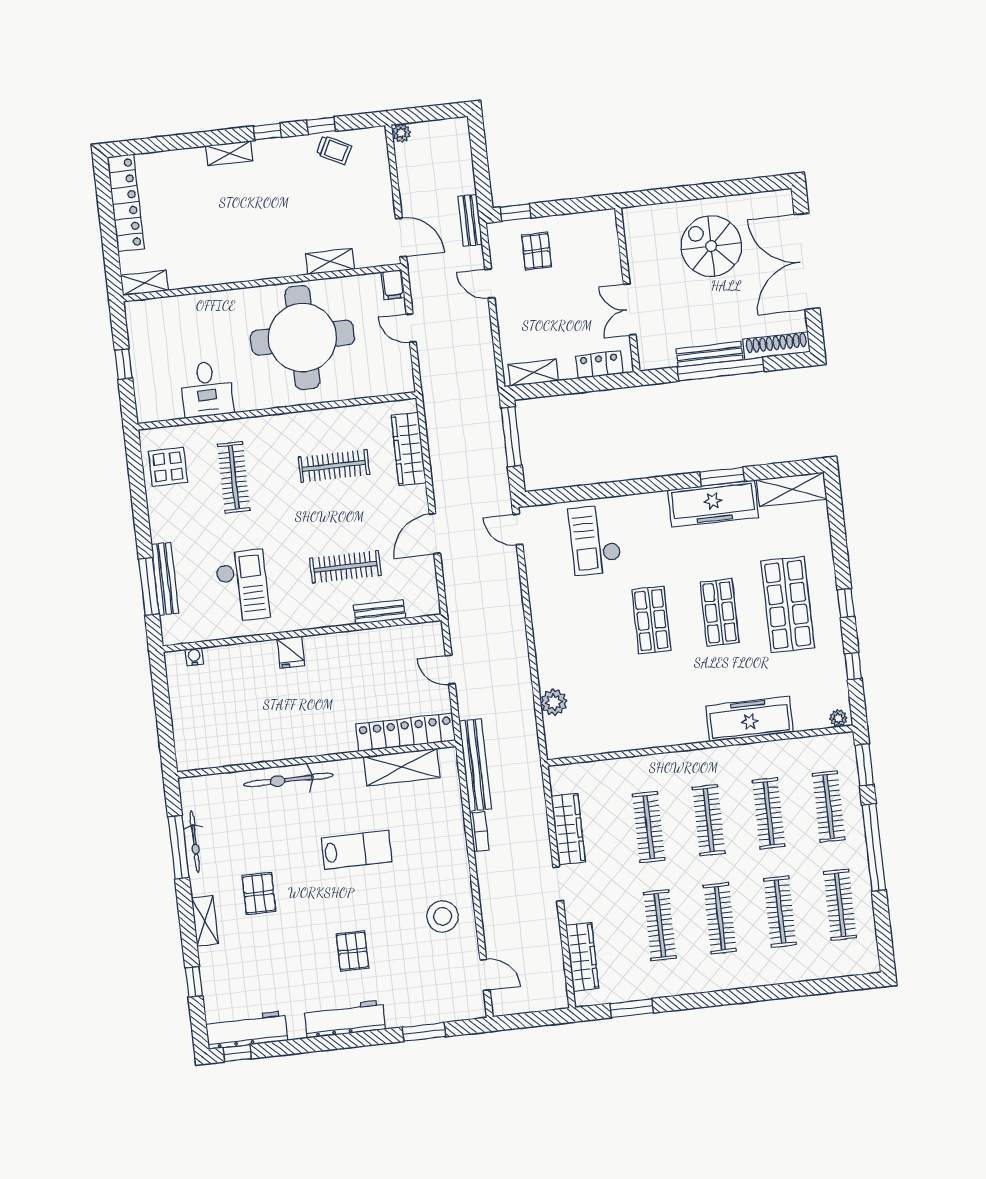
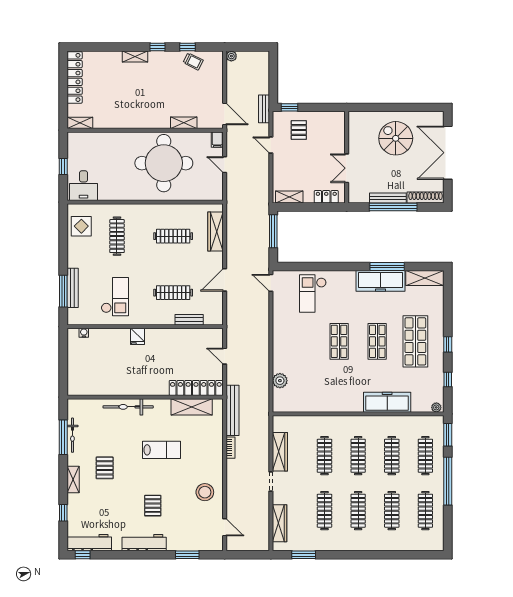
desk: (207, 389) -> (83, 186), moved
window: (722, 477) -> (387, 267), width x1.44

